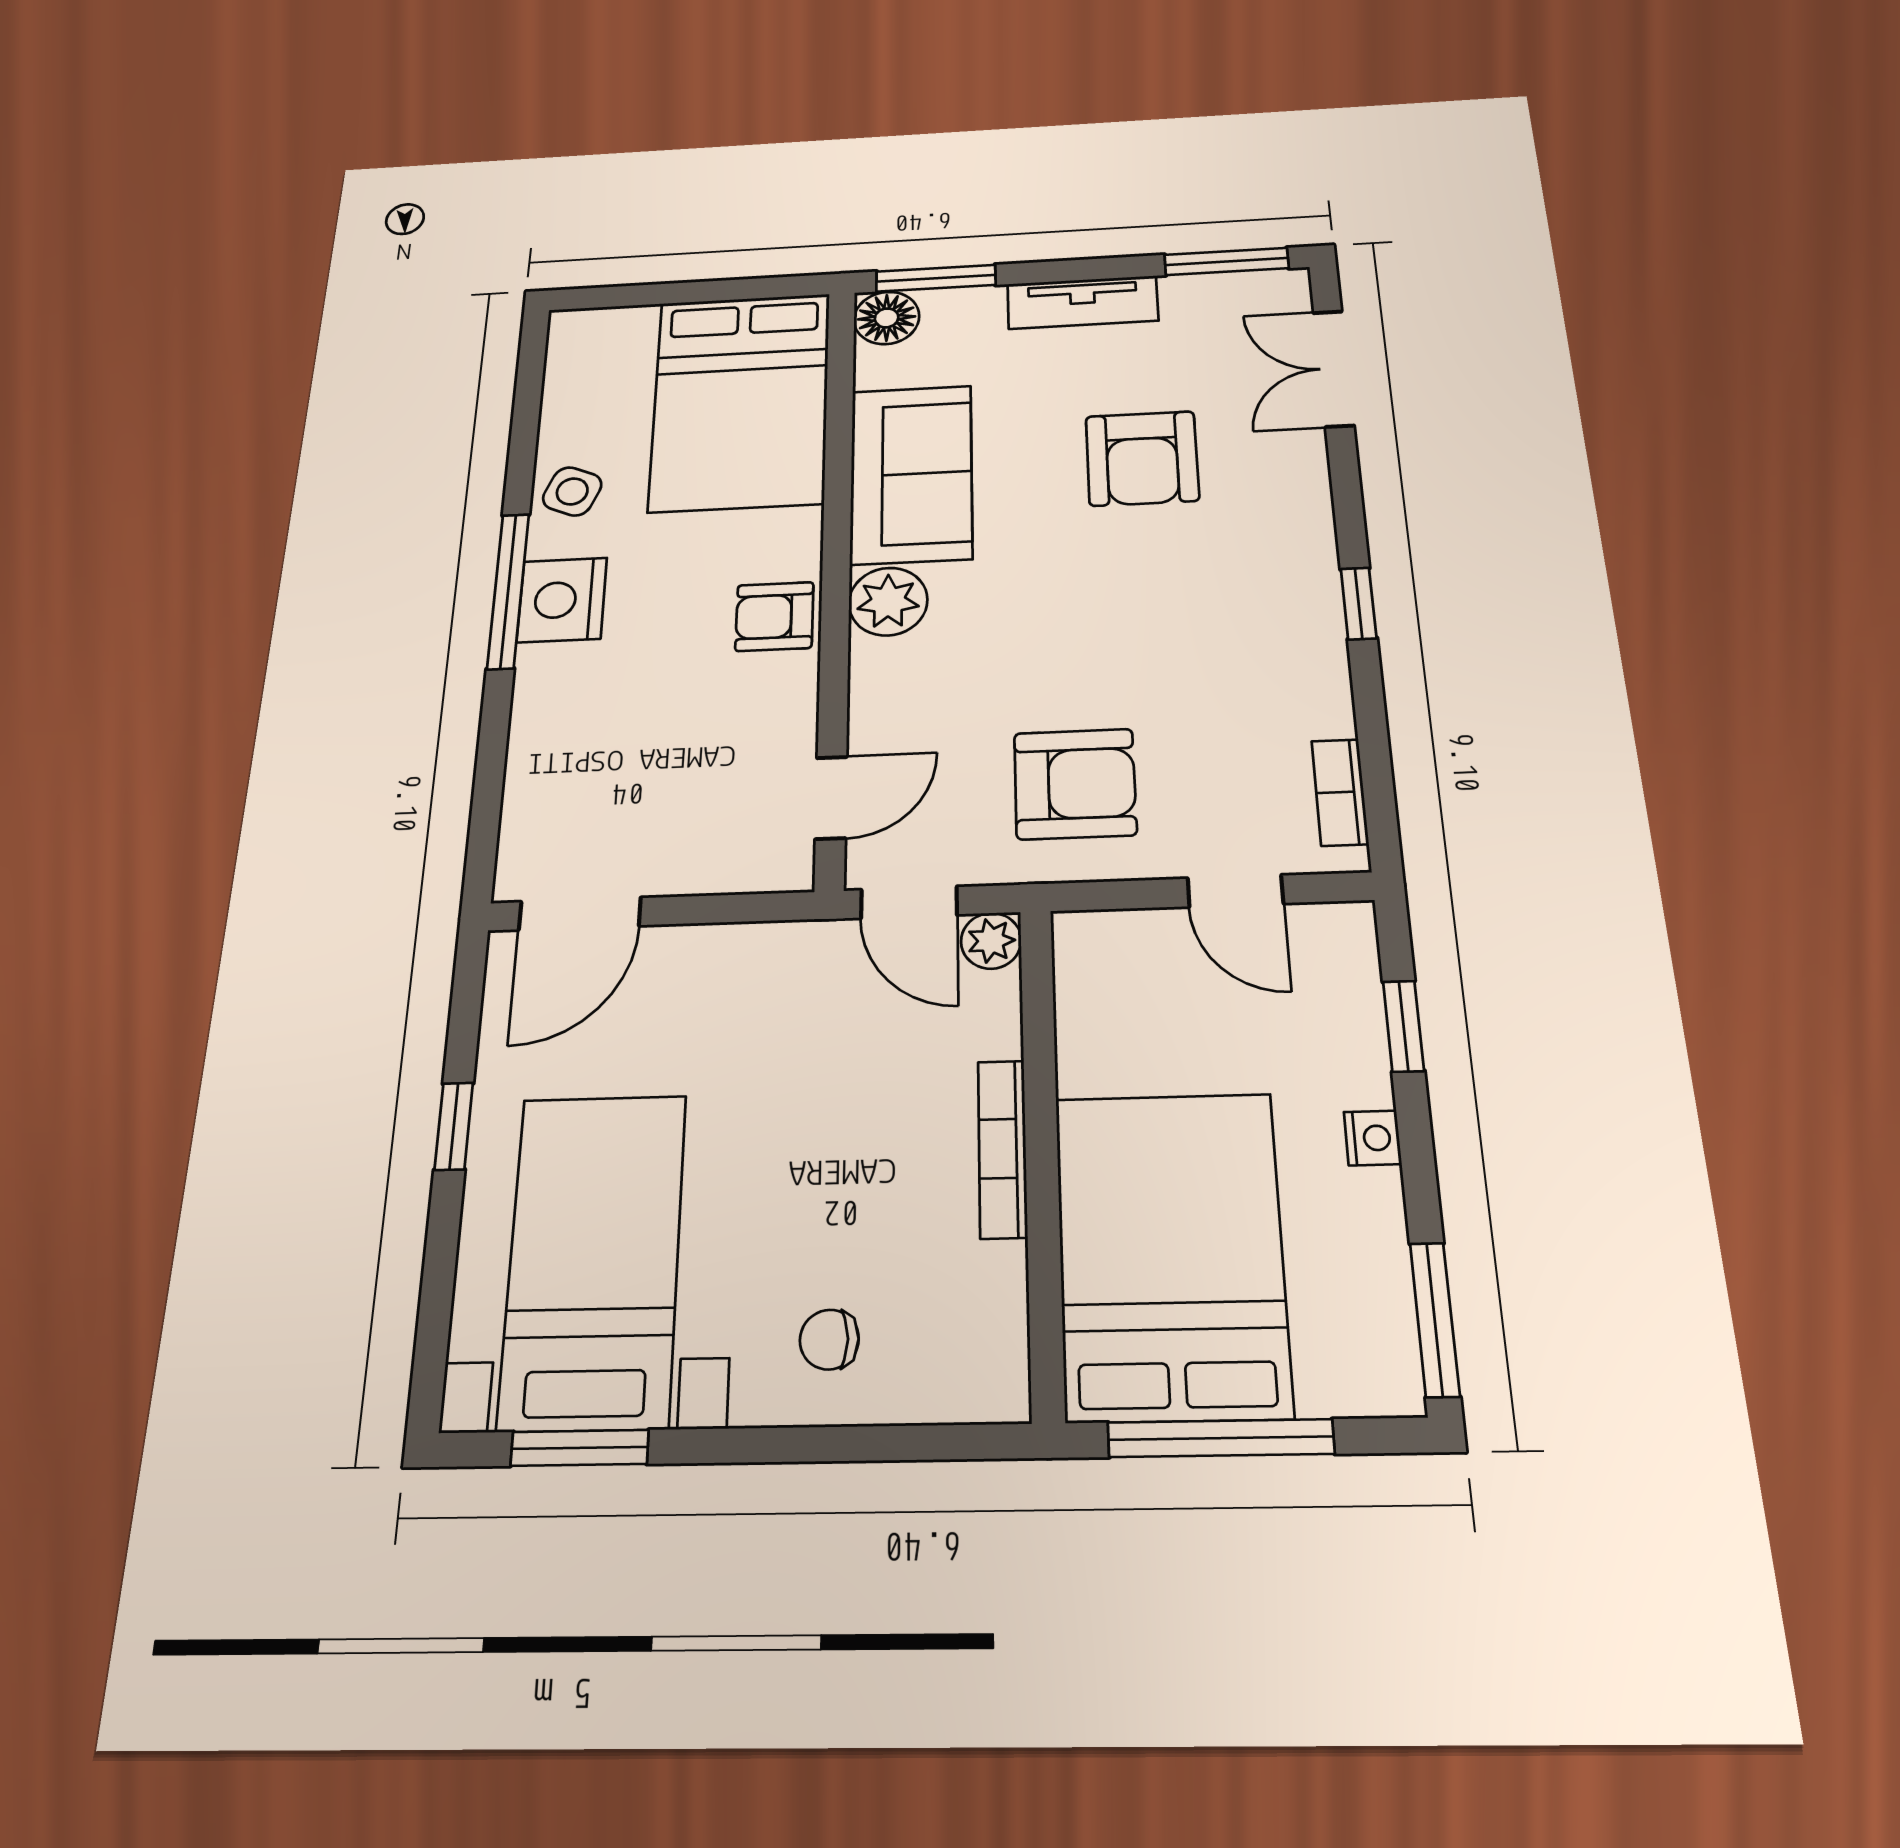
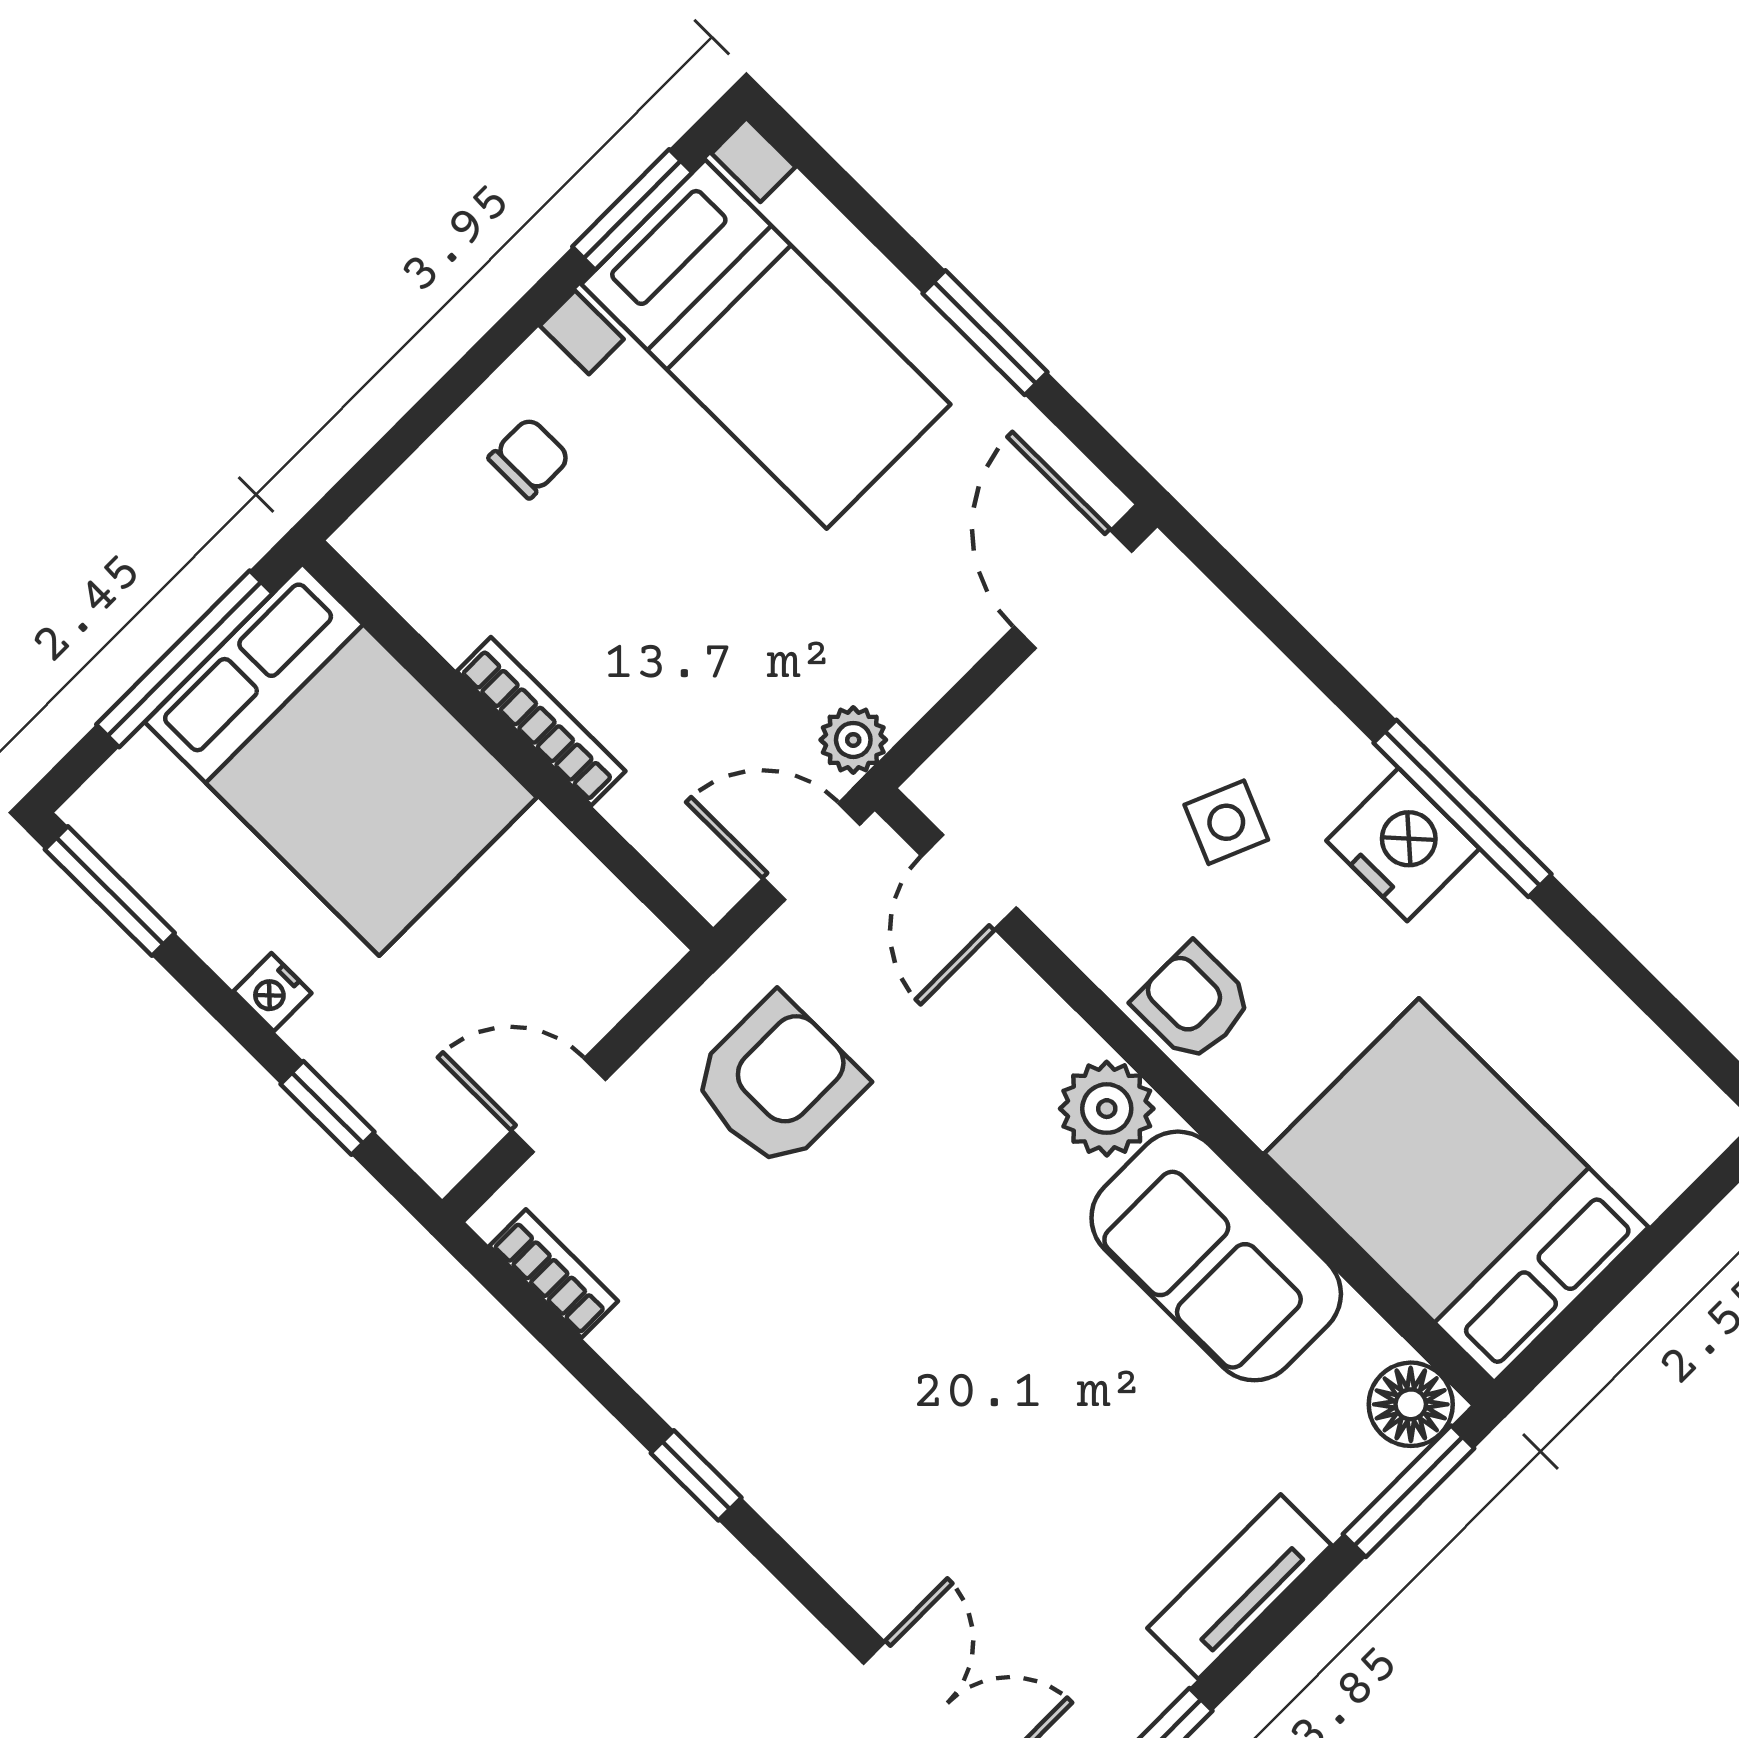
armchair: (1142, 458) -> (1021, 1460), removed
side table: (572, 491) -> (1226, 822), moved
armchair: (774, 616) -> (1193, 1003), turned -90
armchair: (1075, 784) -> (777, 1082), turned 180
plant: (991, 941) -> (853, 740), moved
window: (454, 1126) -> (985, 333), width x1.50

